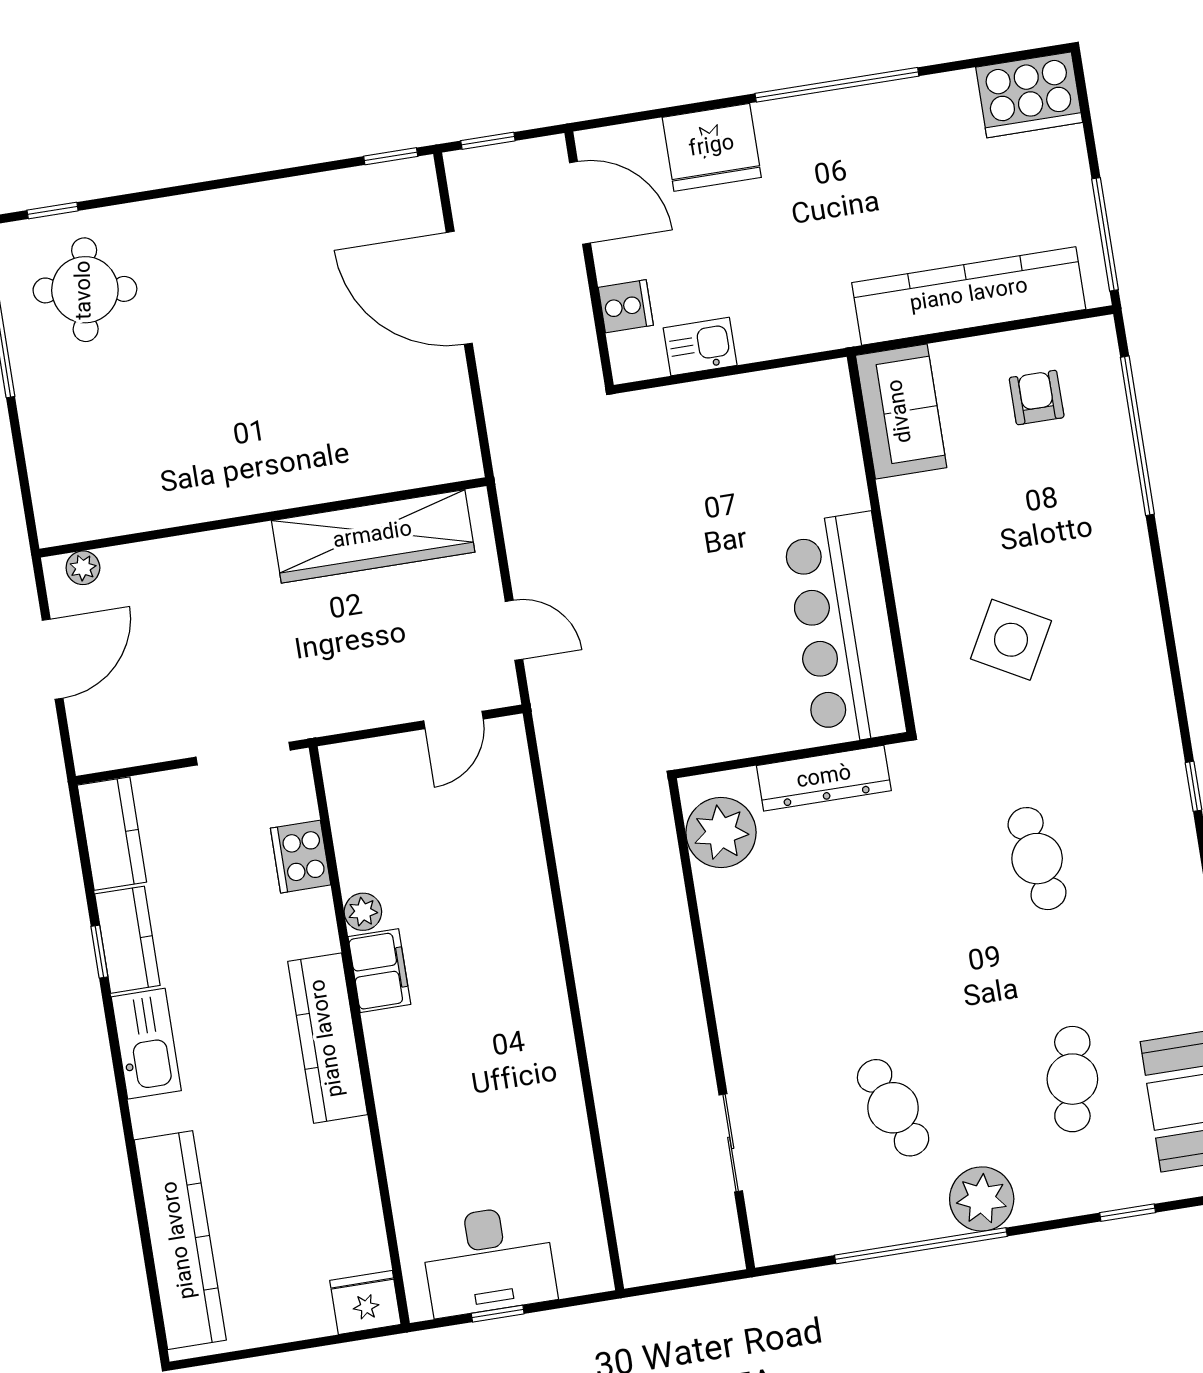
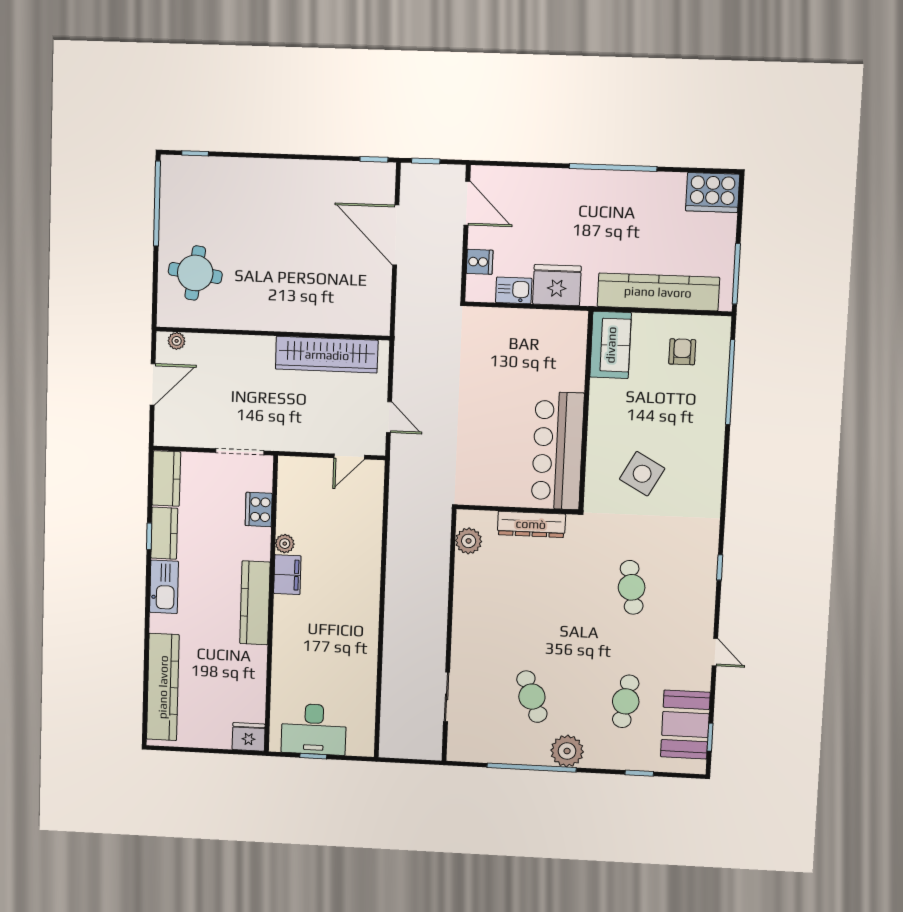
fridge: (712, 147) -> (557, 285), moved, turned 180
round table: (85, 290) -> (195, 273), moved
plant: (721, 833) -> (469, 541), width x0.73, depth x0.73

